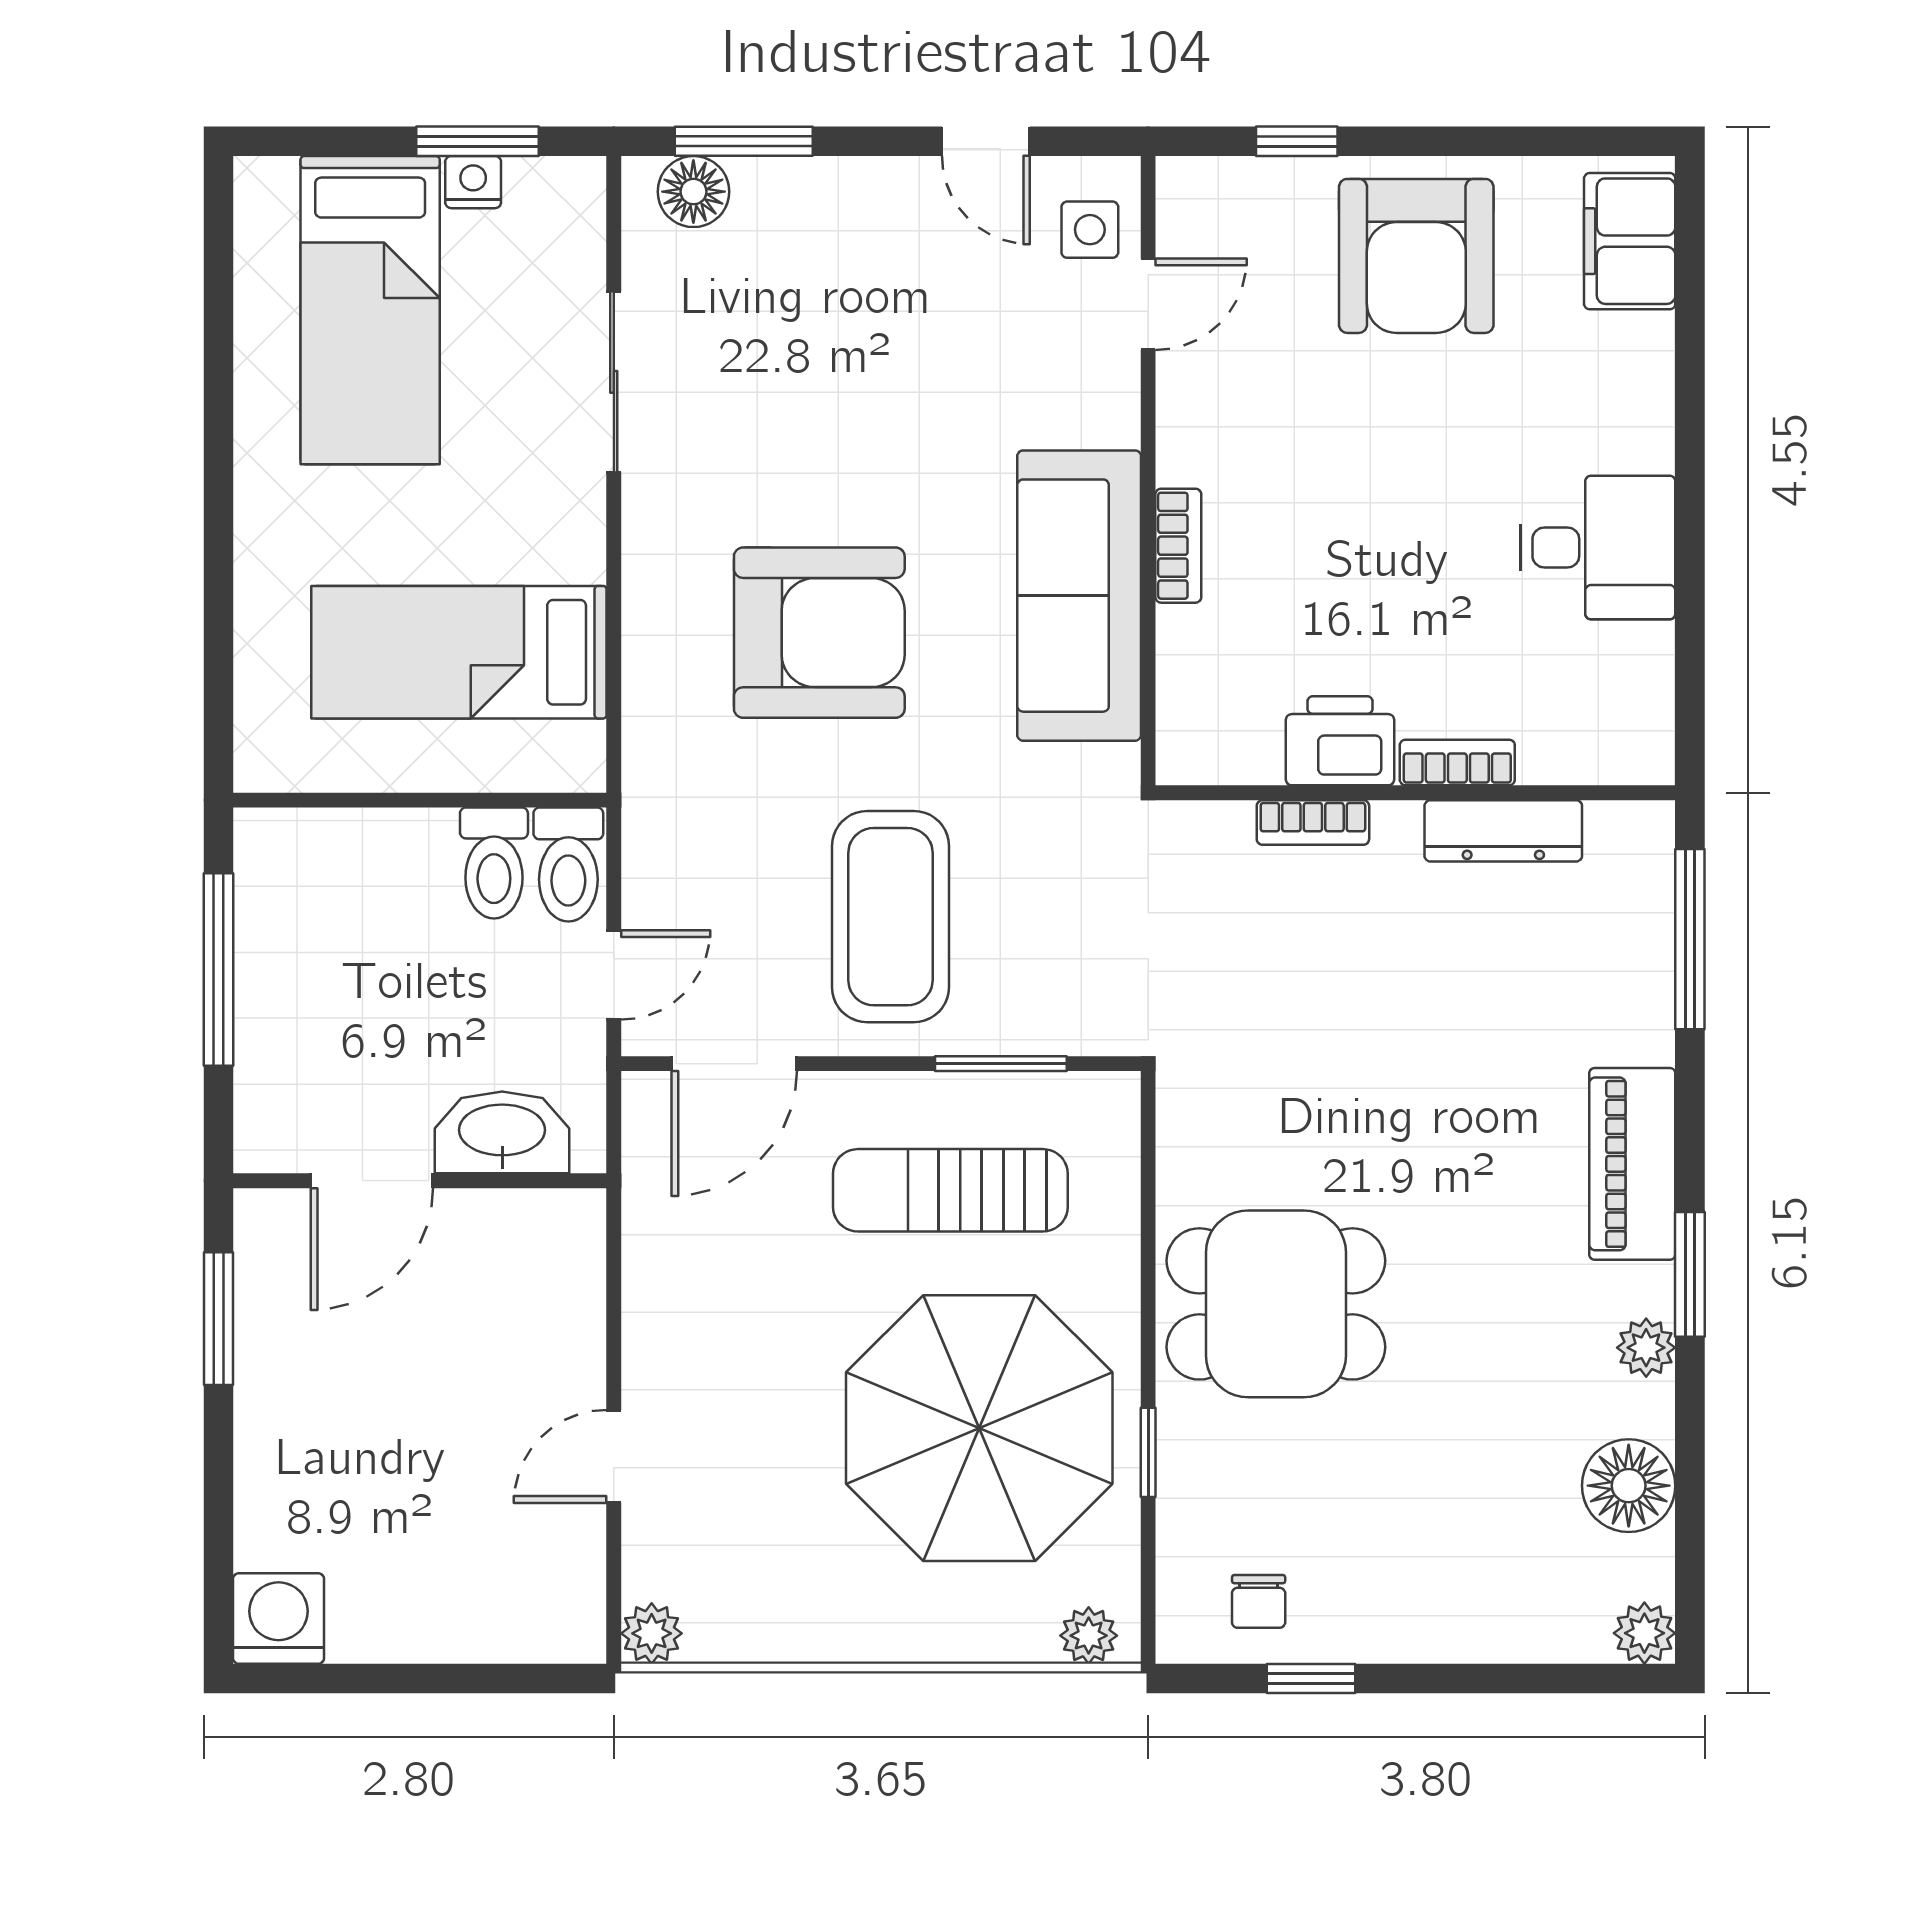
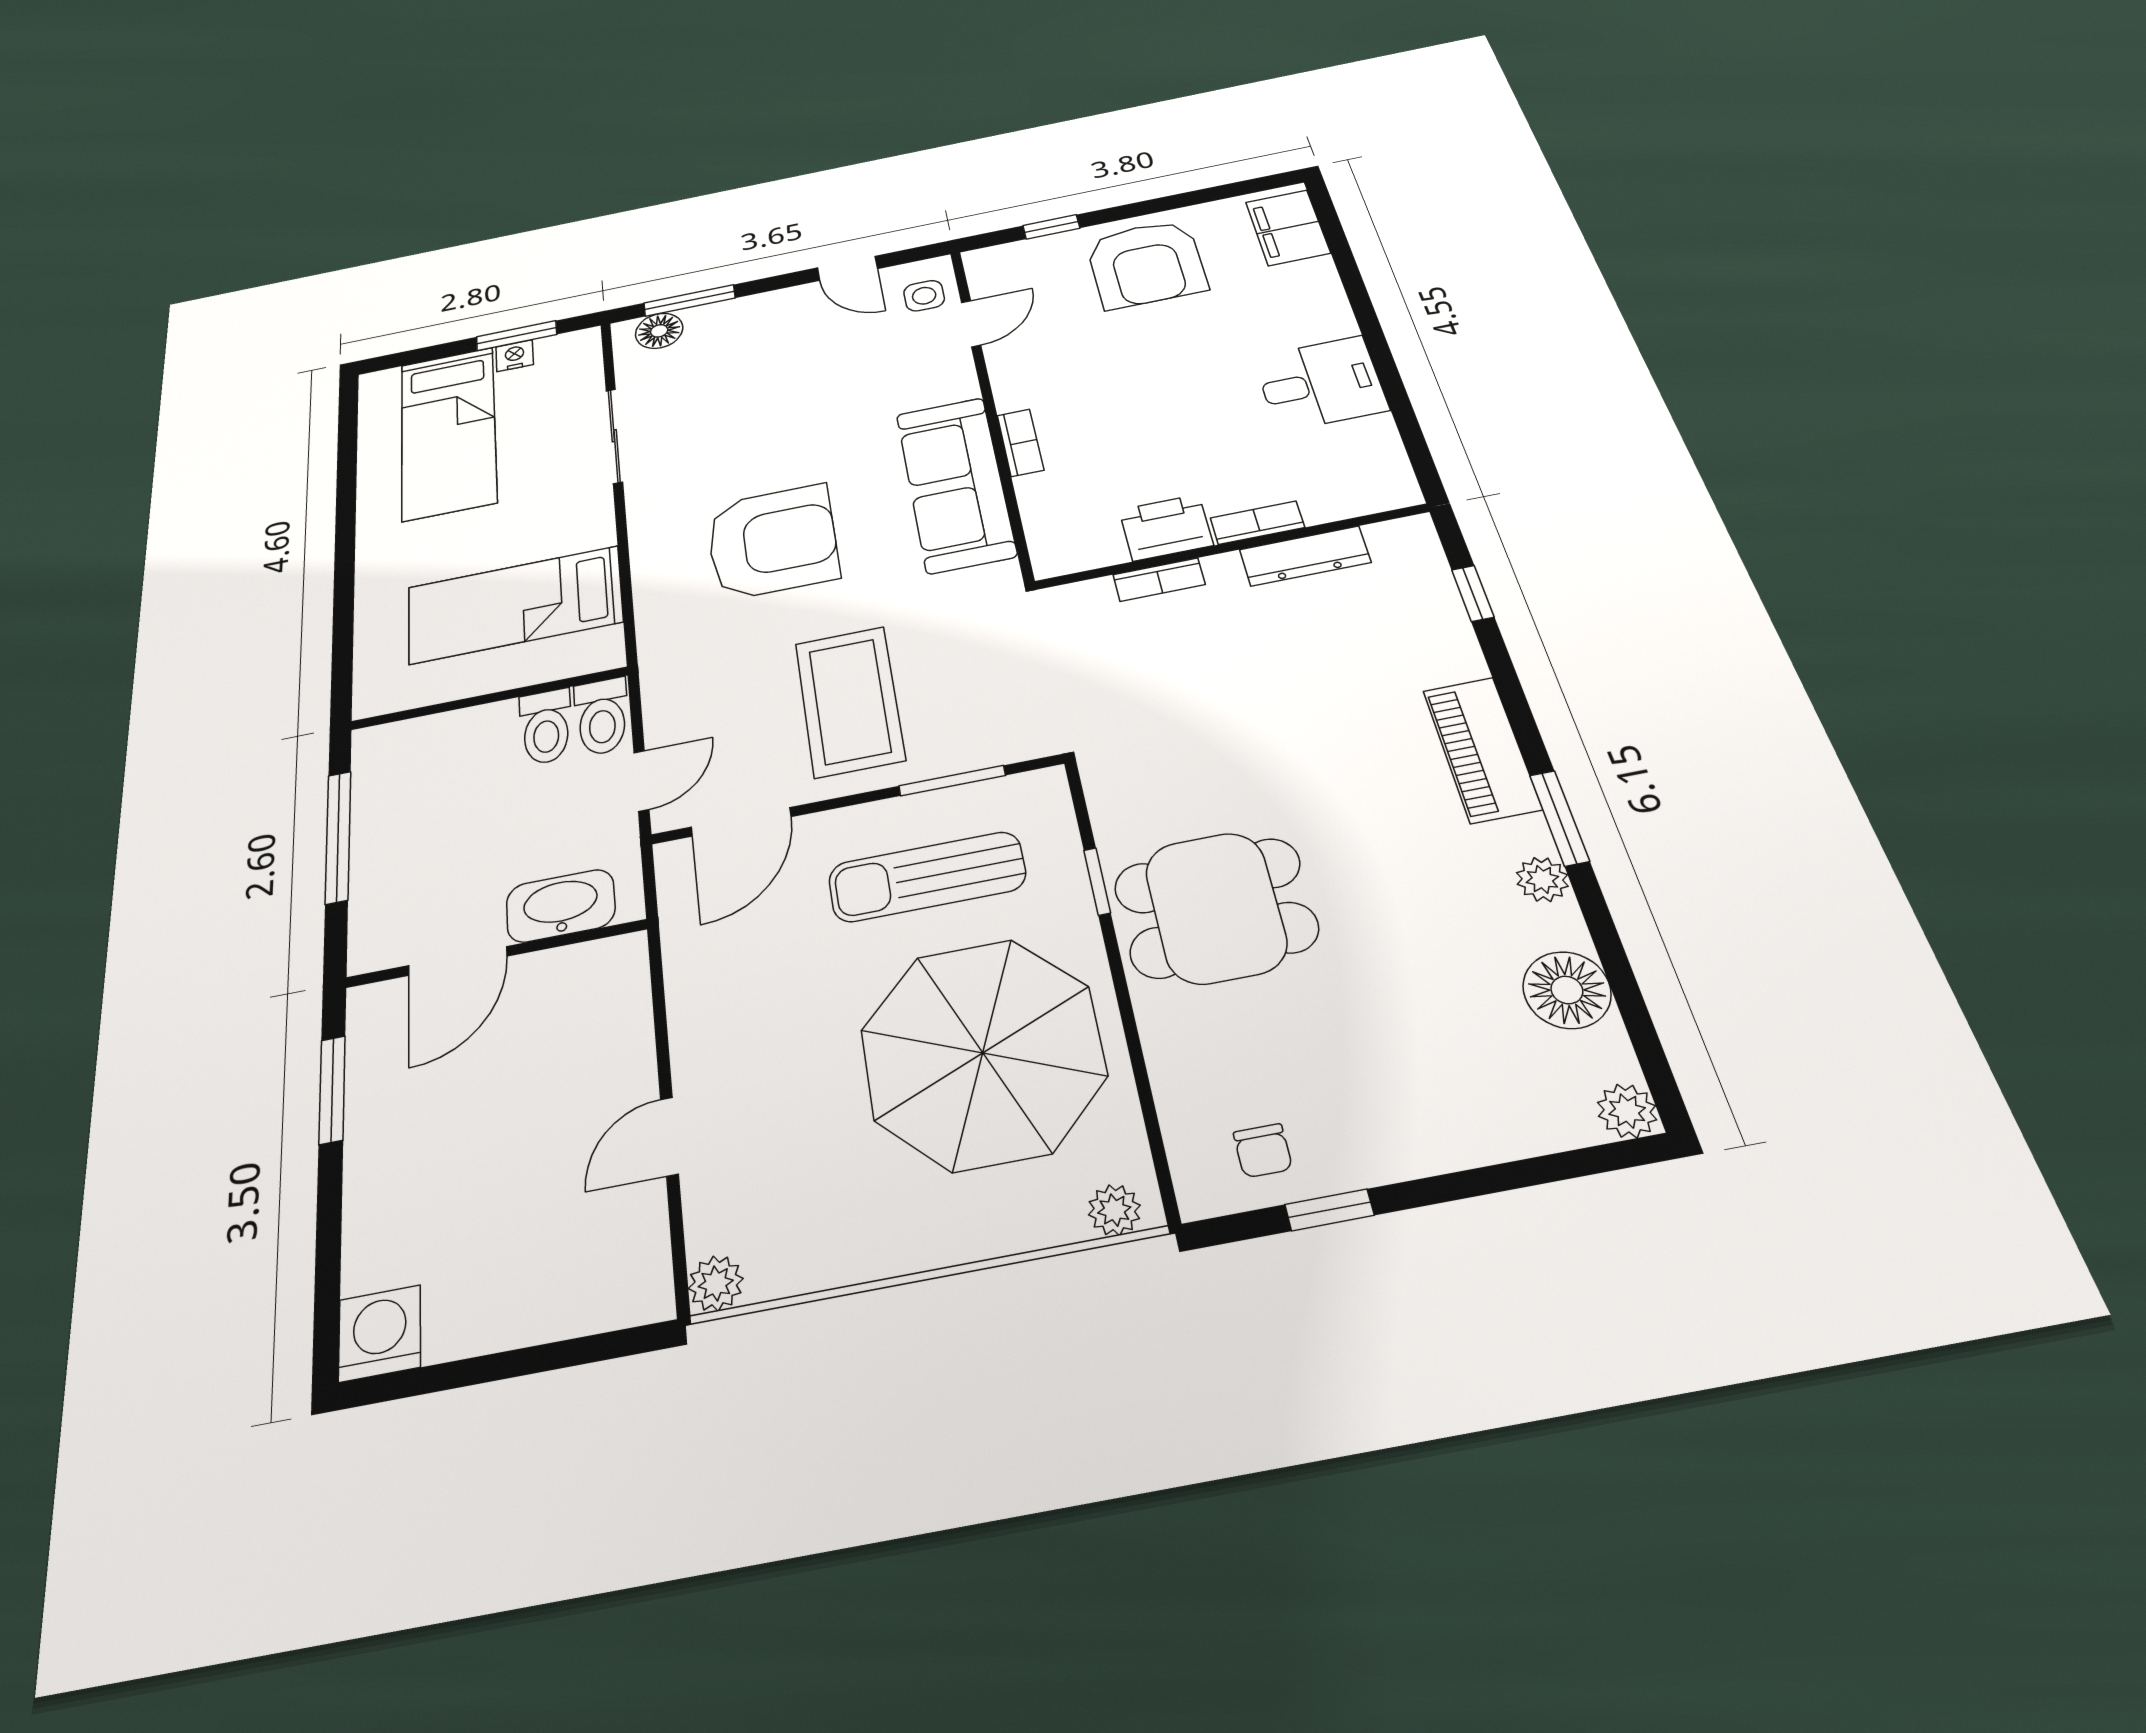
window: (1690, 939) -> (1473, 593), width x0.46
window: (1148, 1452) -> (1097, 881), moved

